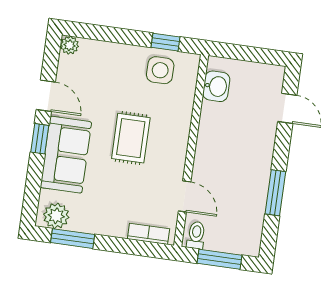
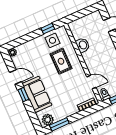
washbasin: (216, 86) -> (83, 45), moved
rug: (131, 138) -> (61, 61), moved

